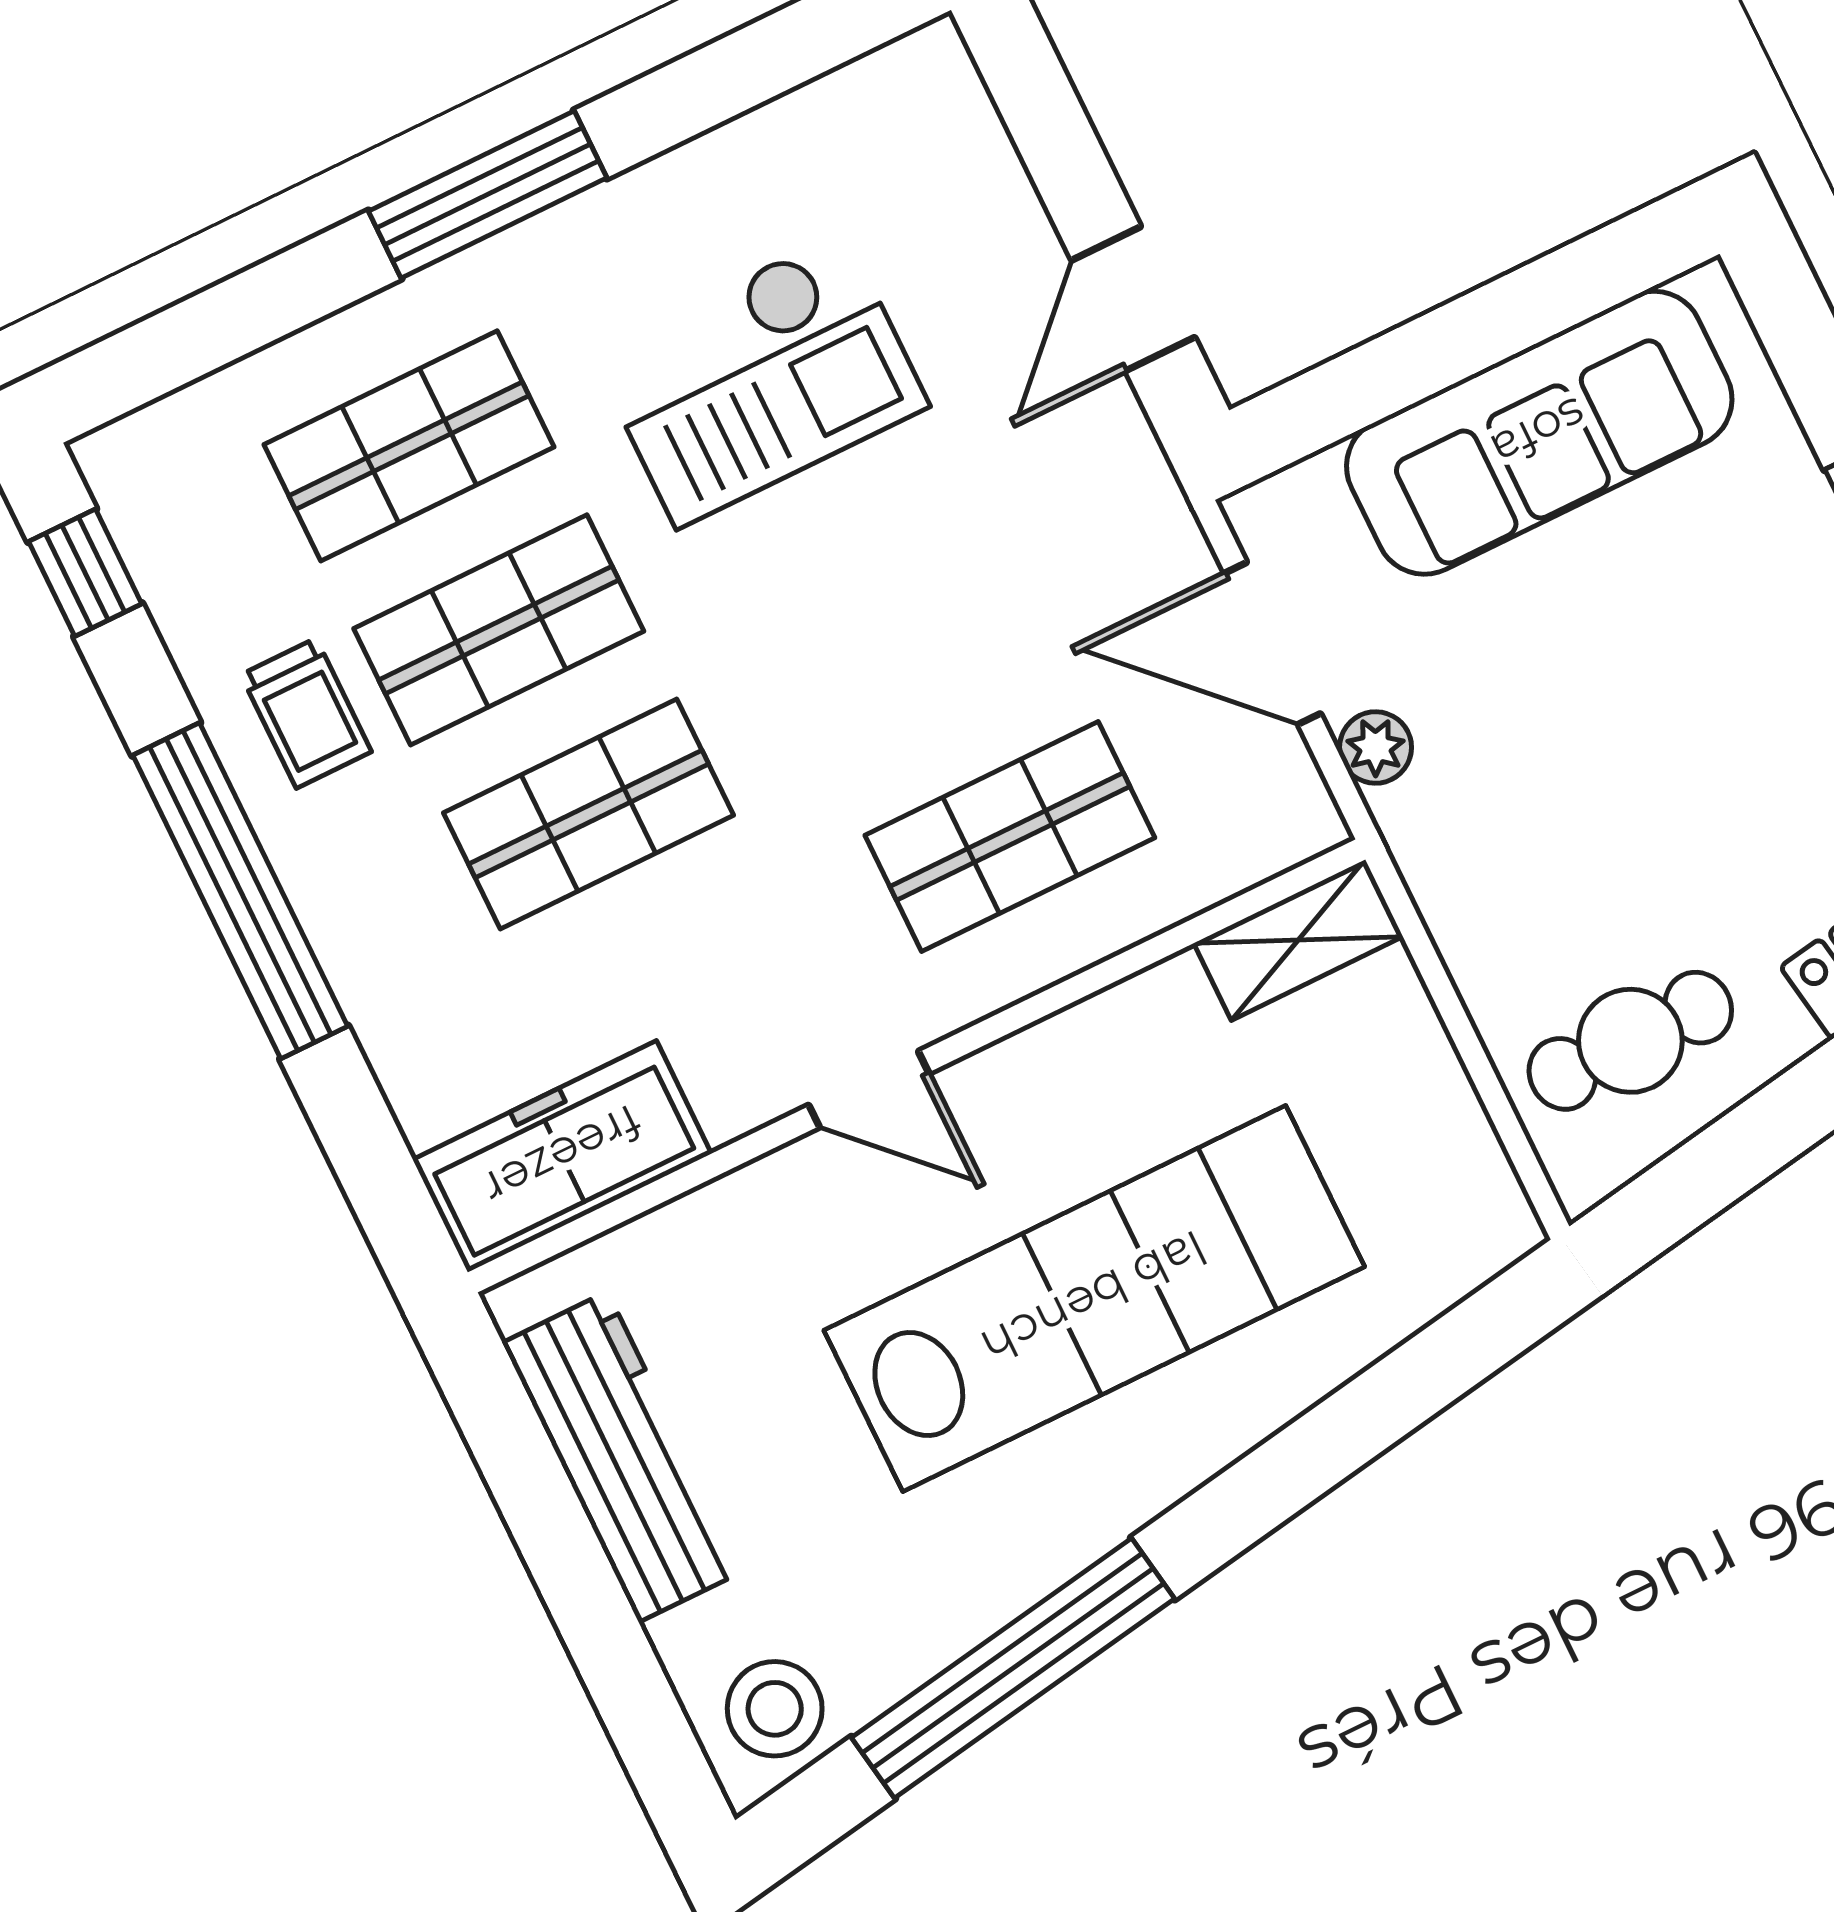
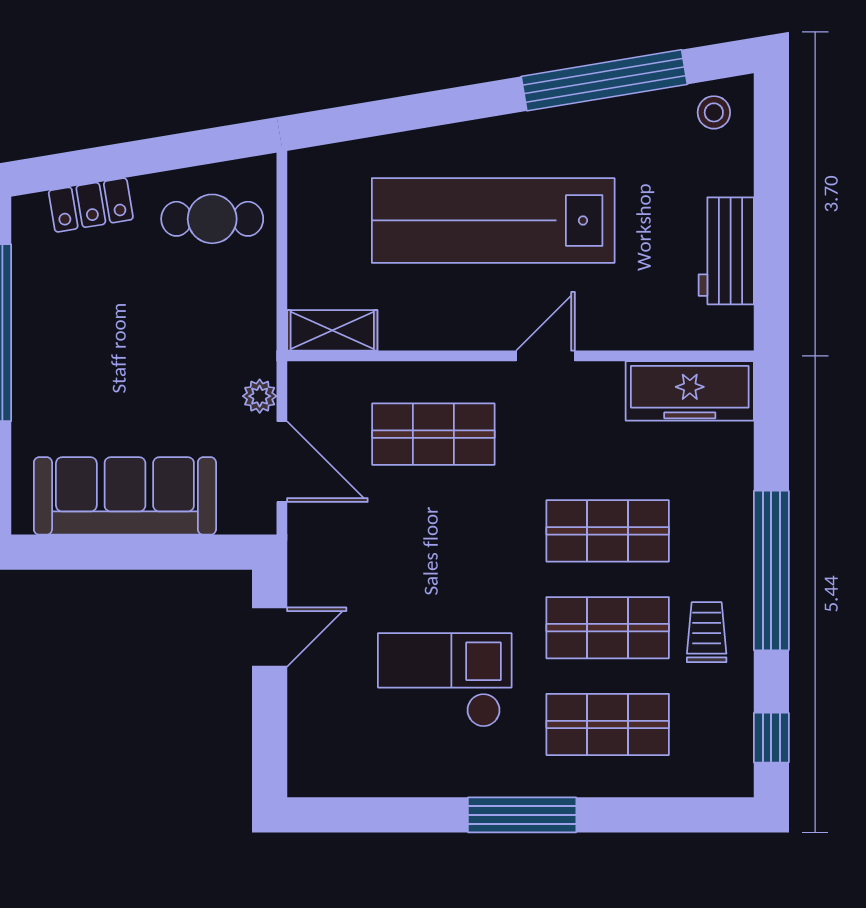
door: (869, 1089) -> (546, 356), hinge flipped
workbench: (623, 1457) -> (726, 251), width x0.73
stool: (775, 1709) -> (714, 112), width x0.73, depth x0.73

